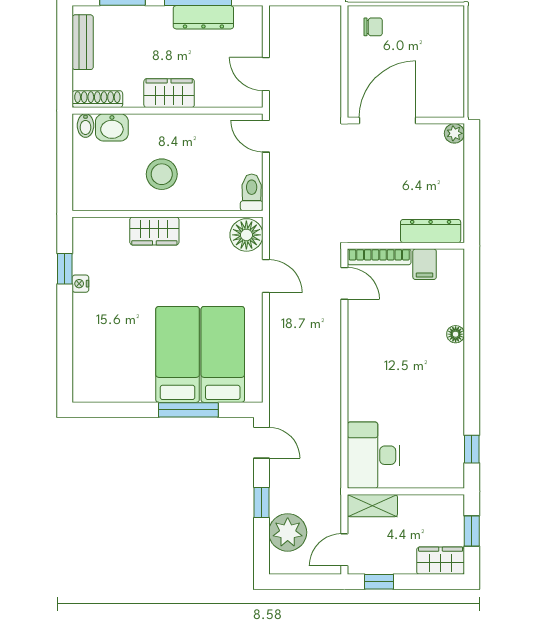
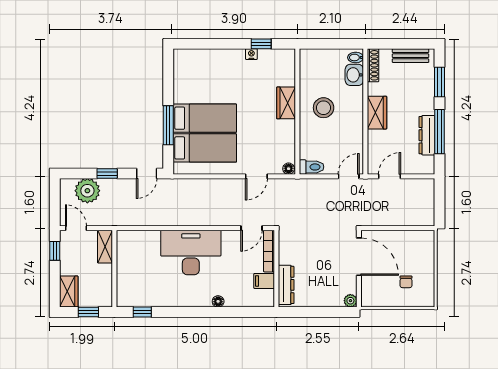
chair: (373, 27) -> (406, 282), moved
floor lamp: (246, 235) -> (289, 169), width x0.53, depth x0.53
desk: (374, 455) -> (191, 253), moved, width x1.36, depth x1.30

